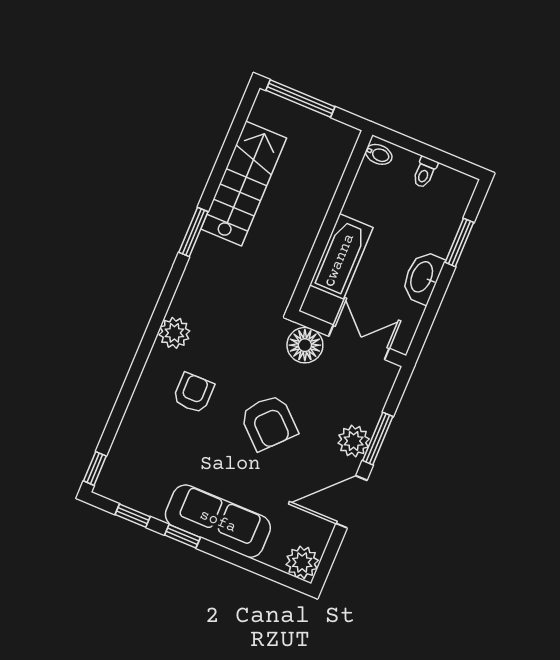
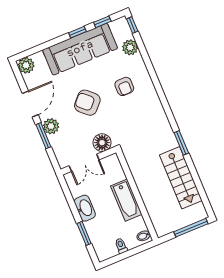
bathtub: (341, 256) -> (126, 200), moved
plant: (174, 333) -> (130, 47), moved
sofa: (218, 521) -> (80, 49), width x1.36, depth x1.27

